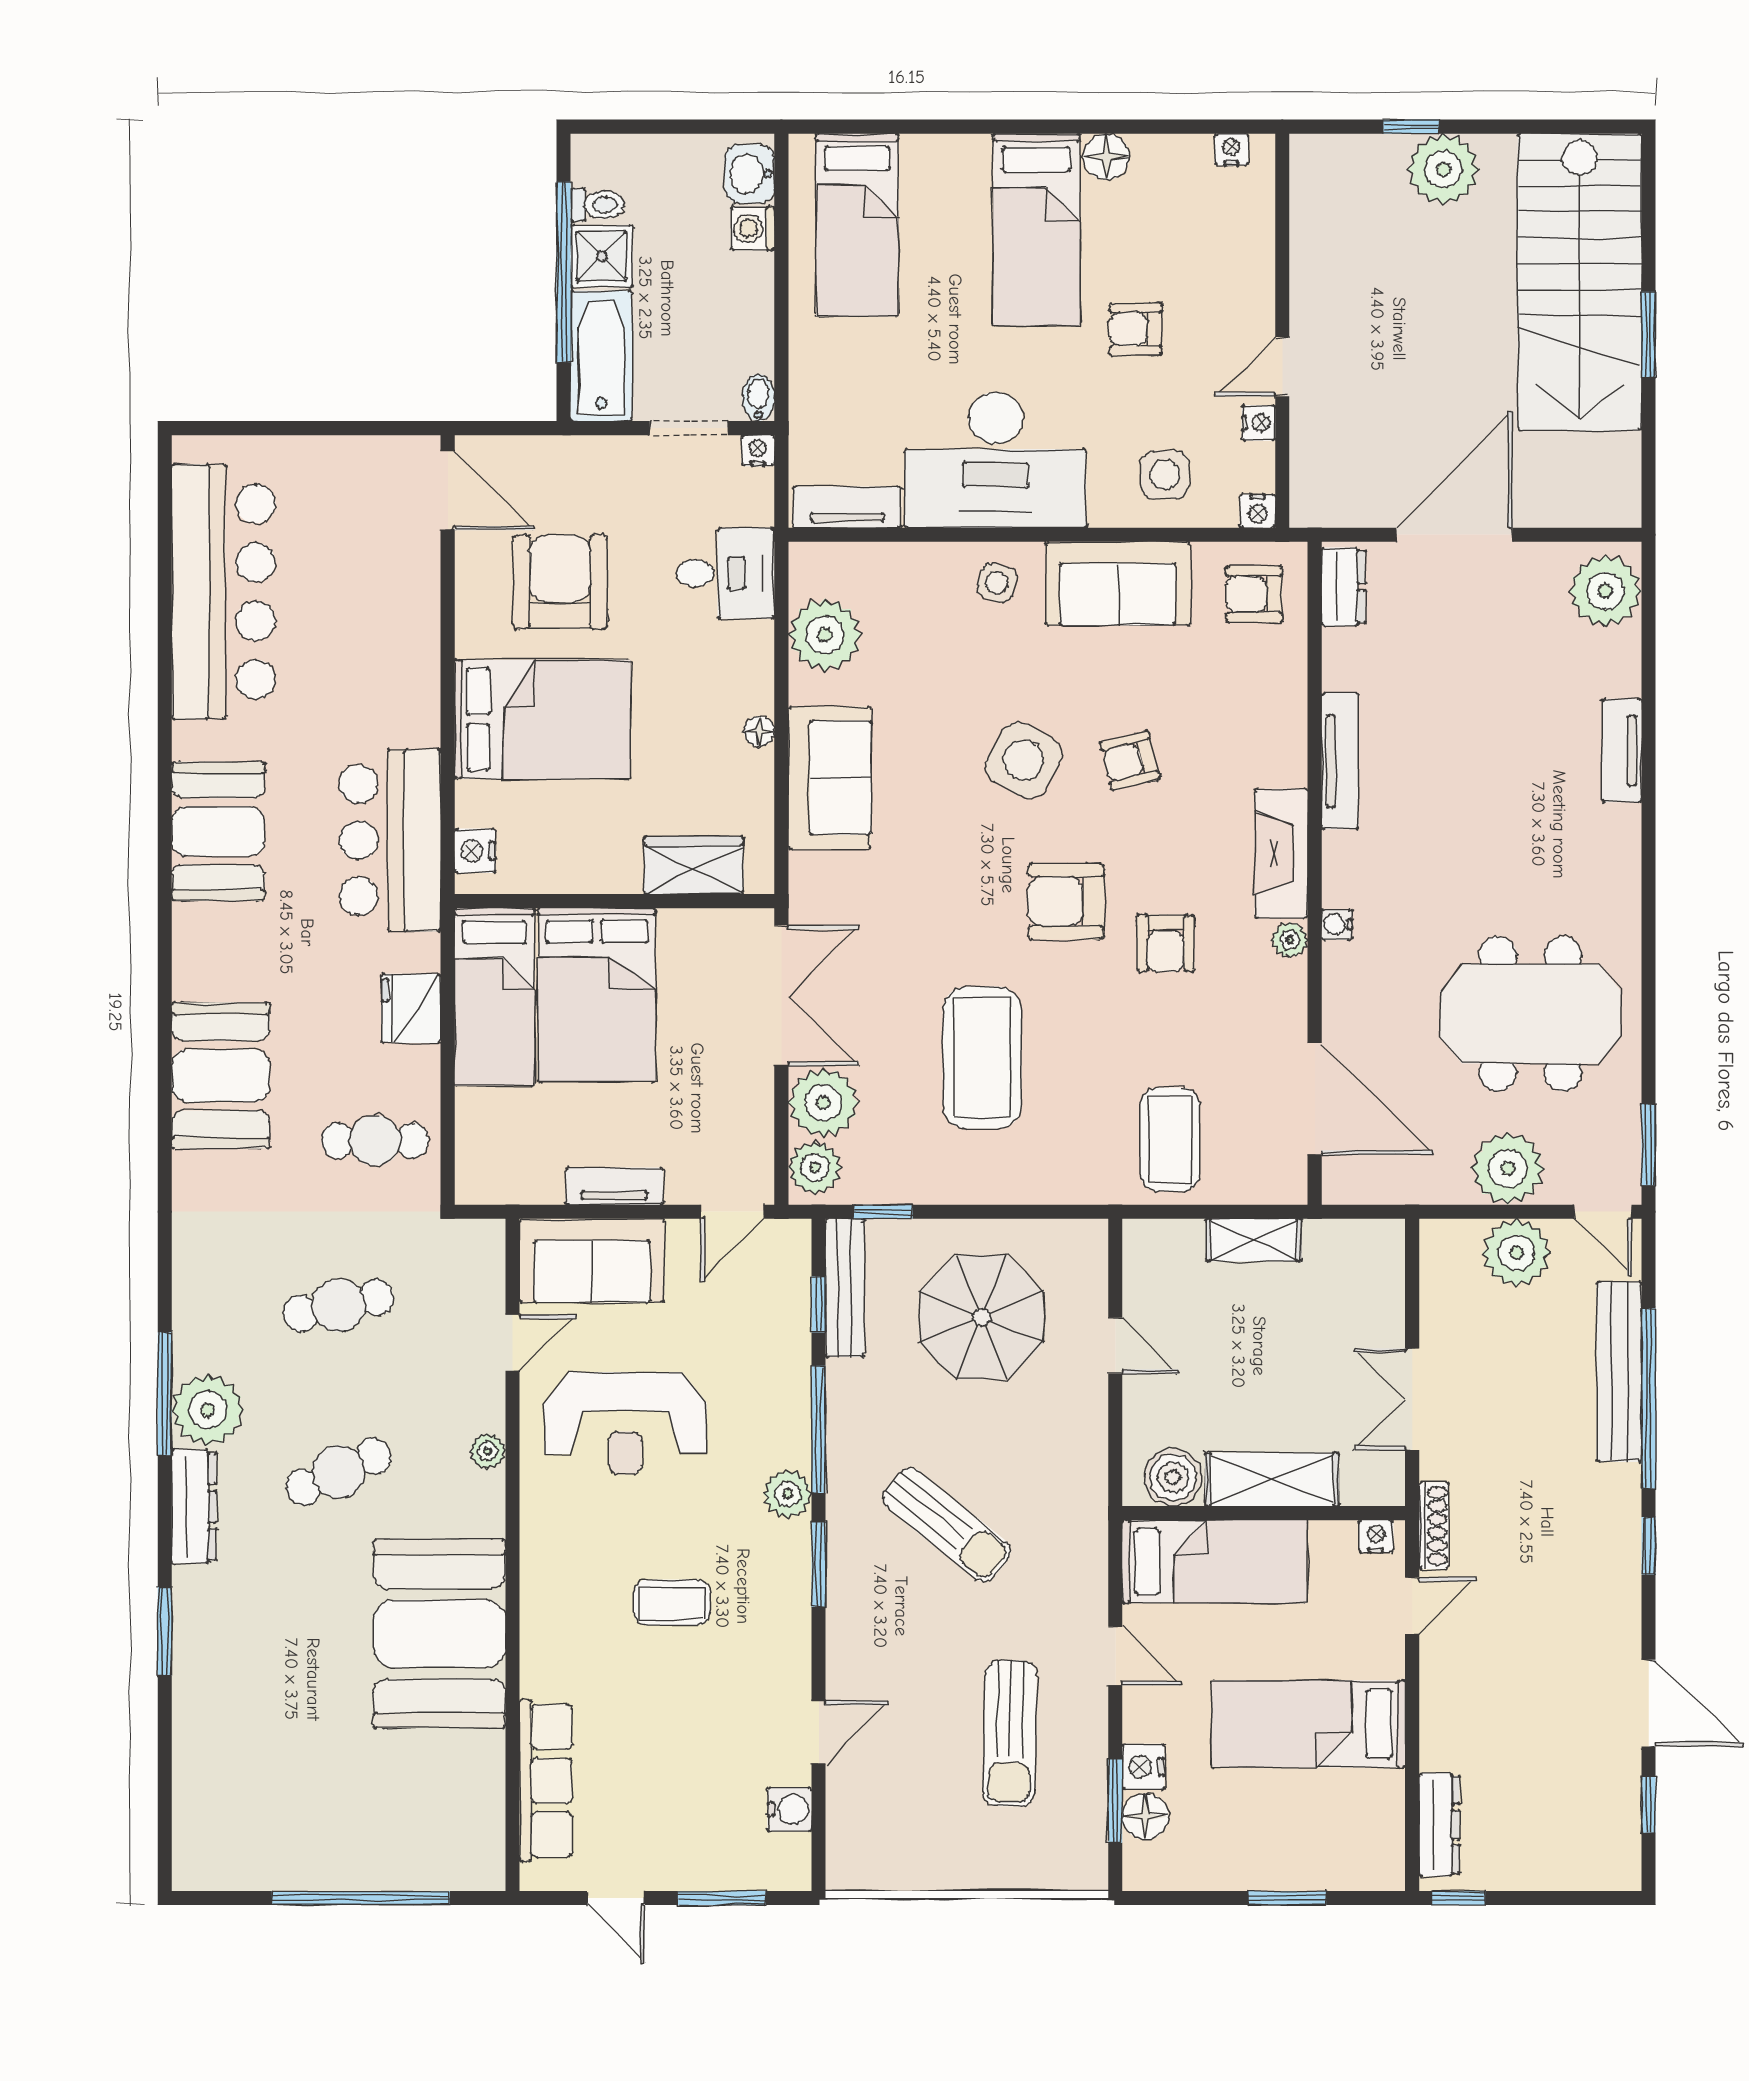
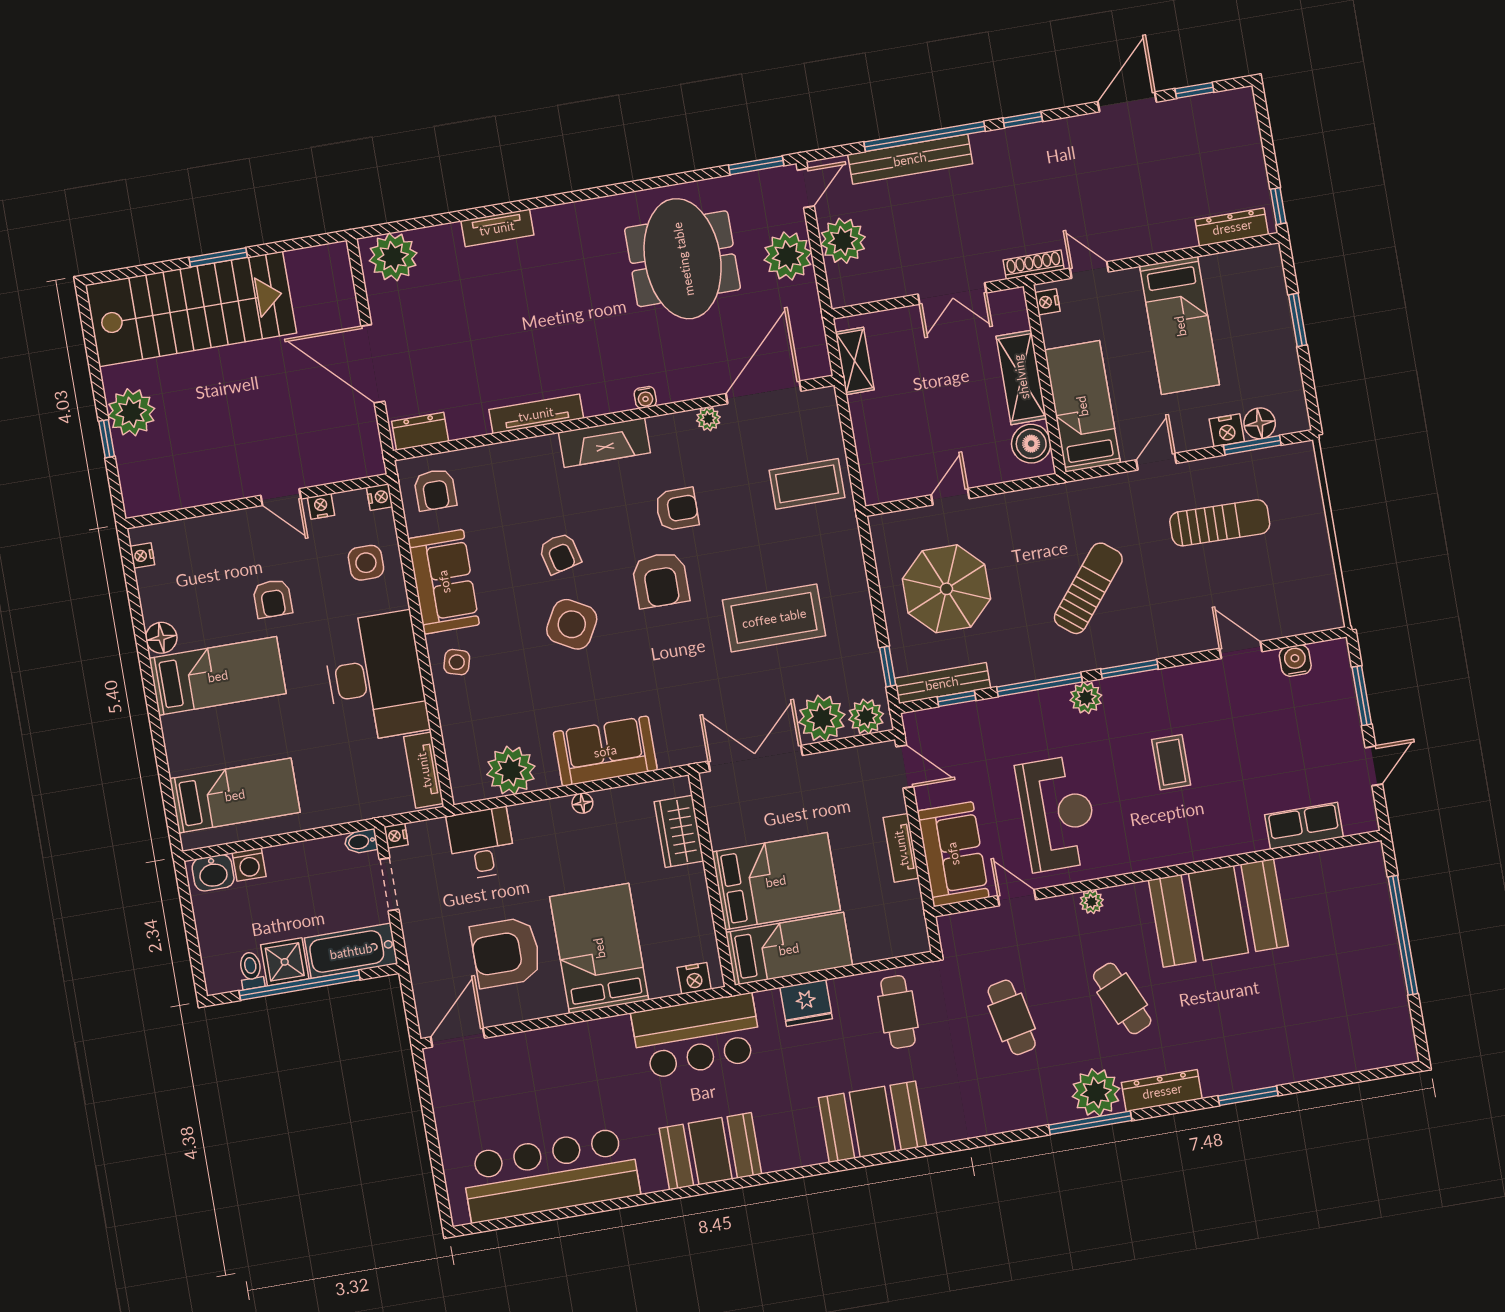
plant: (1290, 940) -> (708, 419), moved
shelving: (1254, 1240) -> (855, 361), moved
row of seats: (546, 1781) -> (1304, 826), width x0.68

